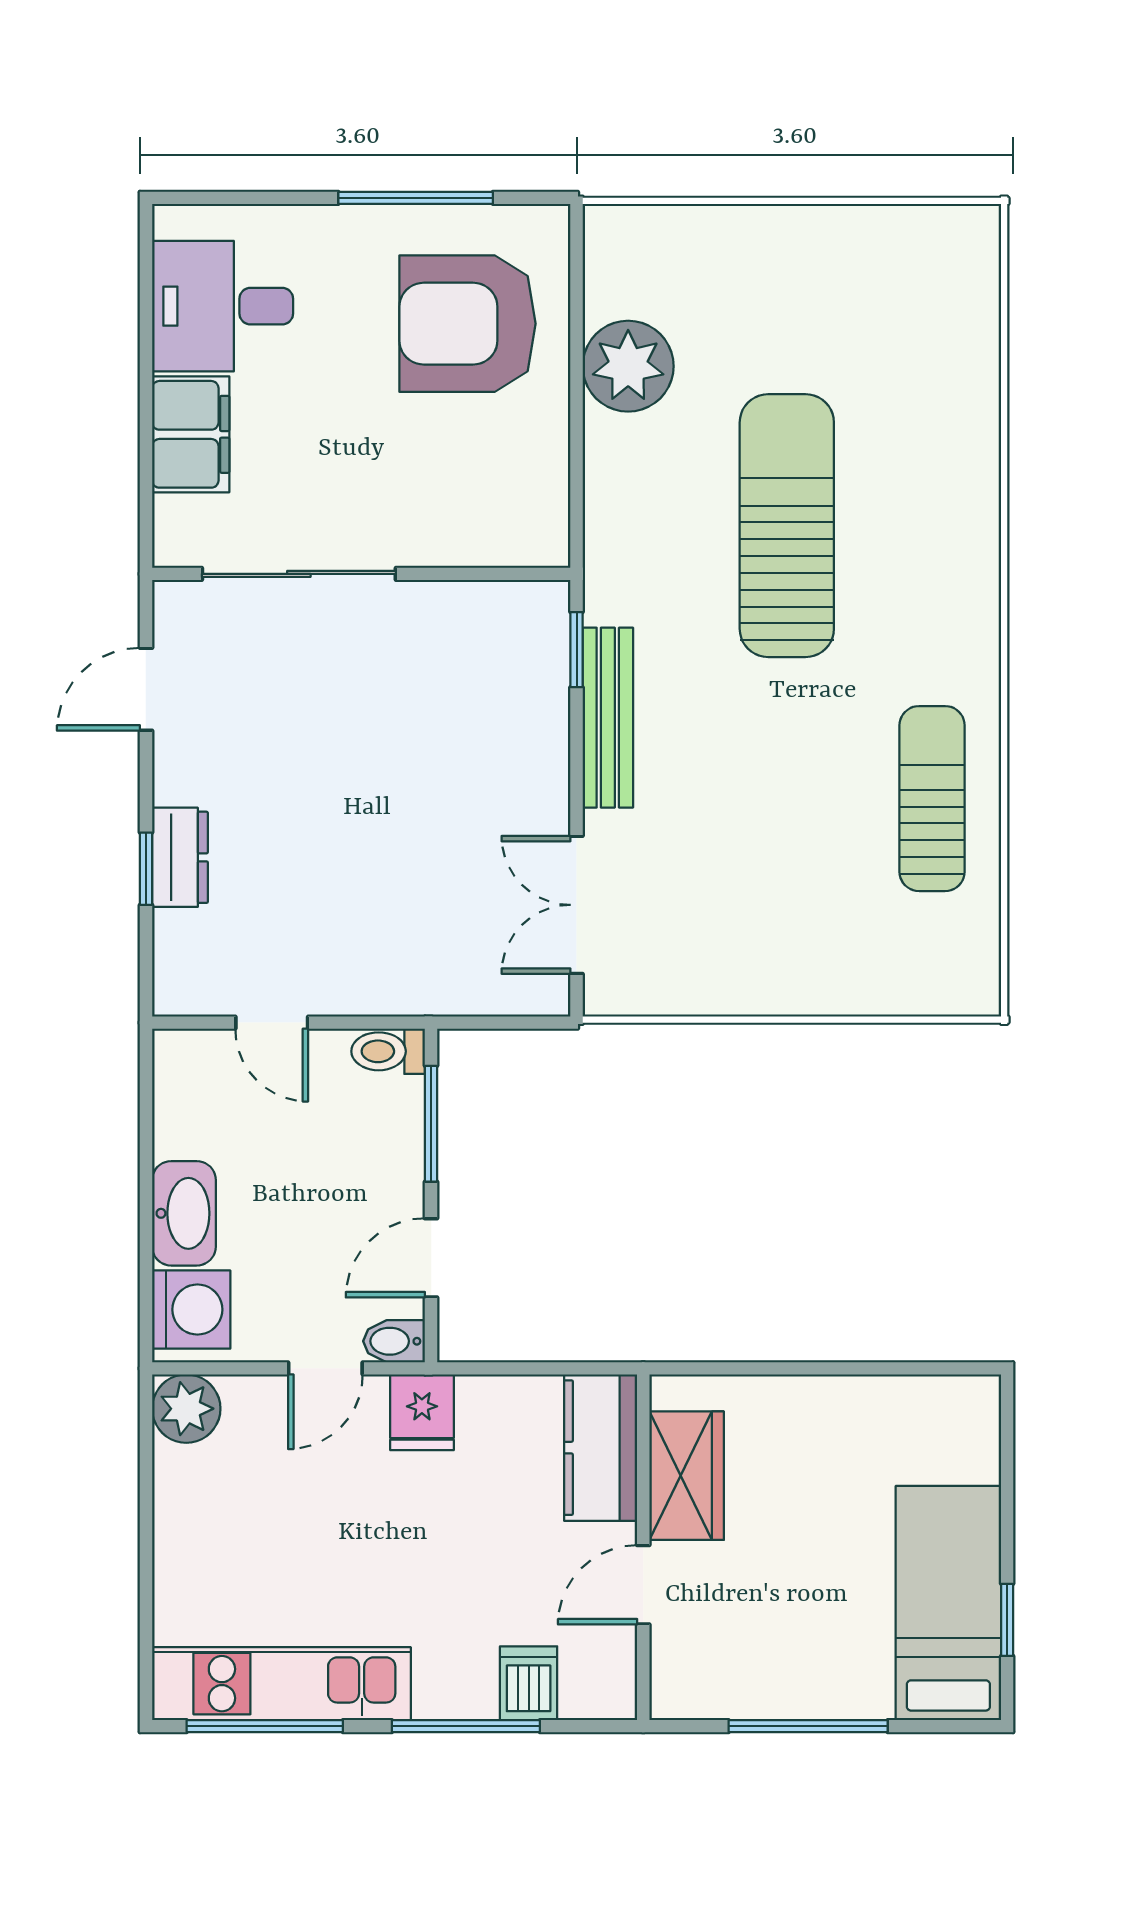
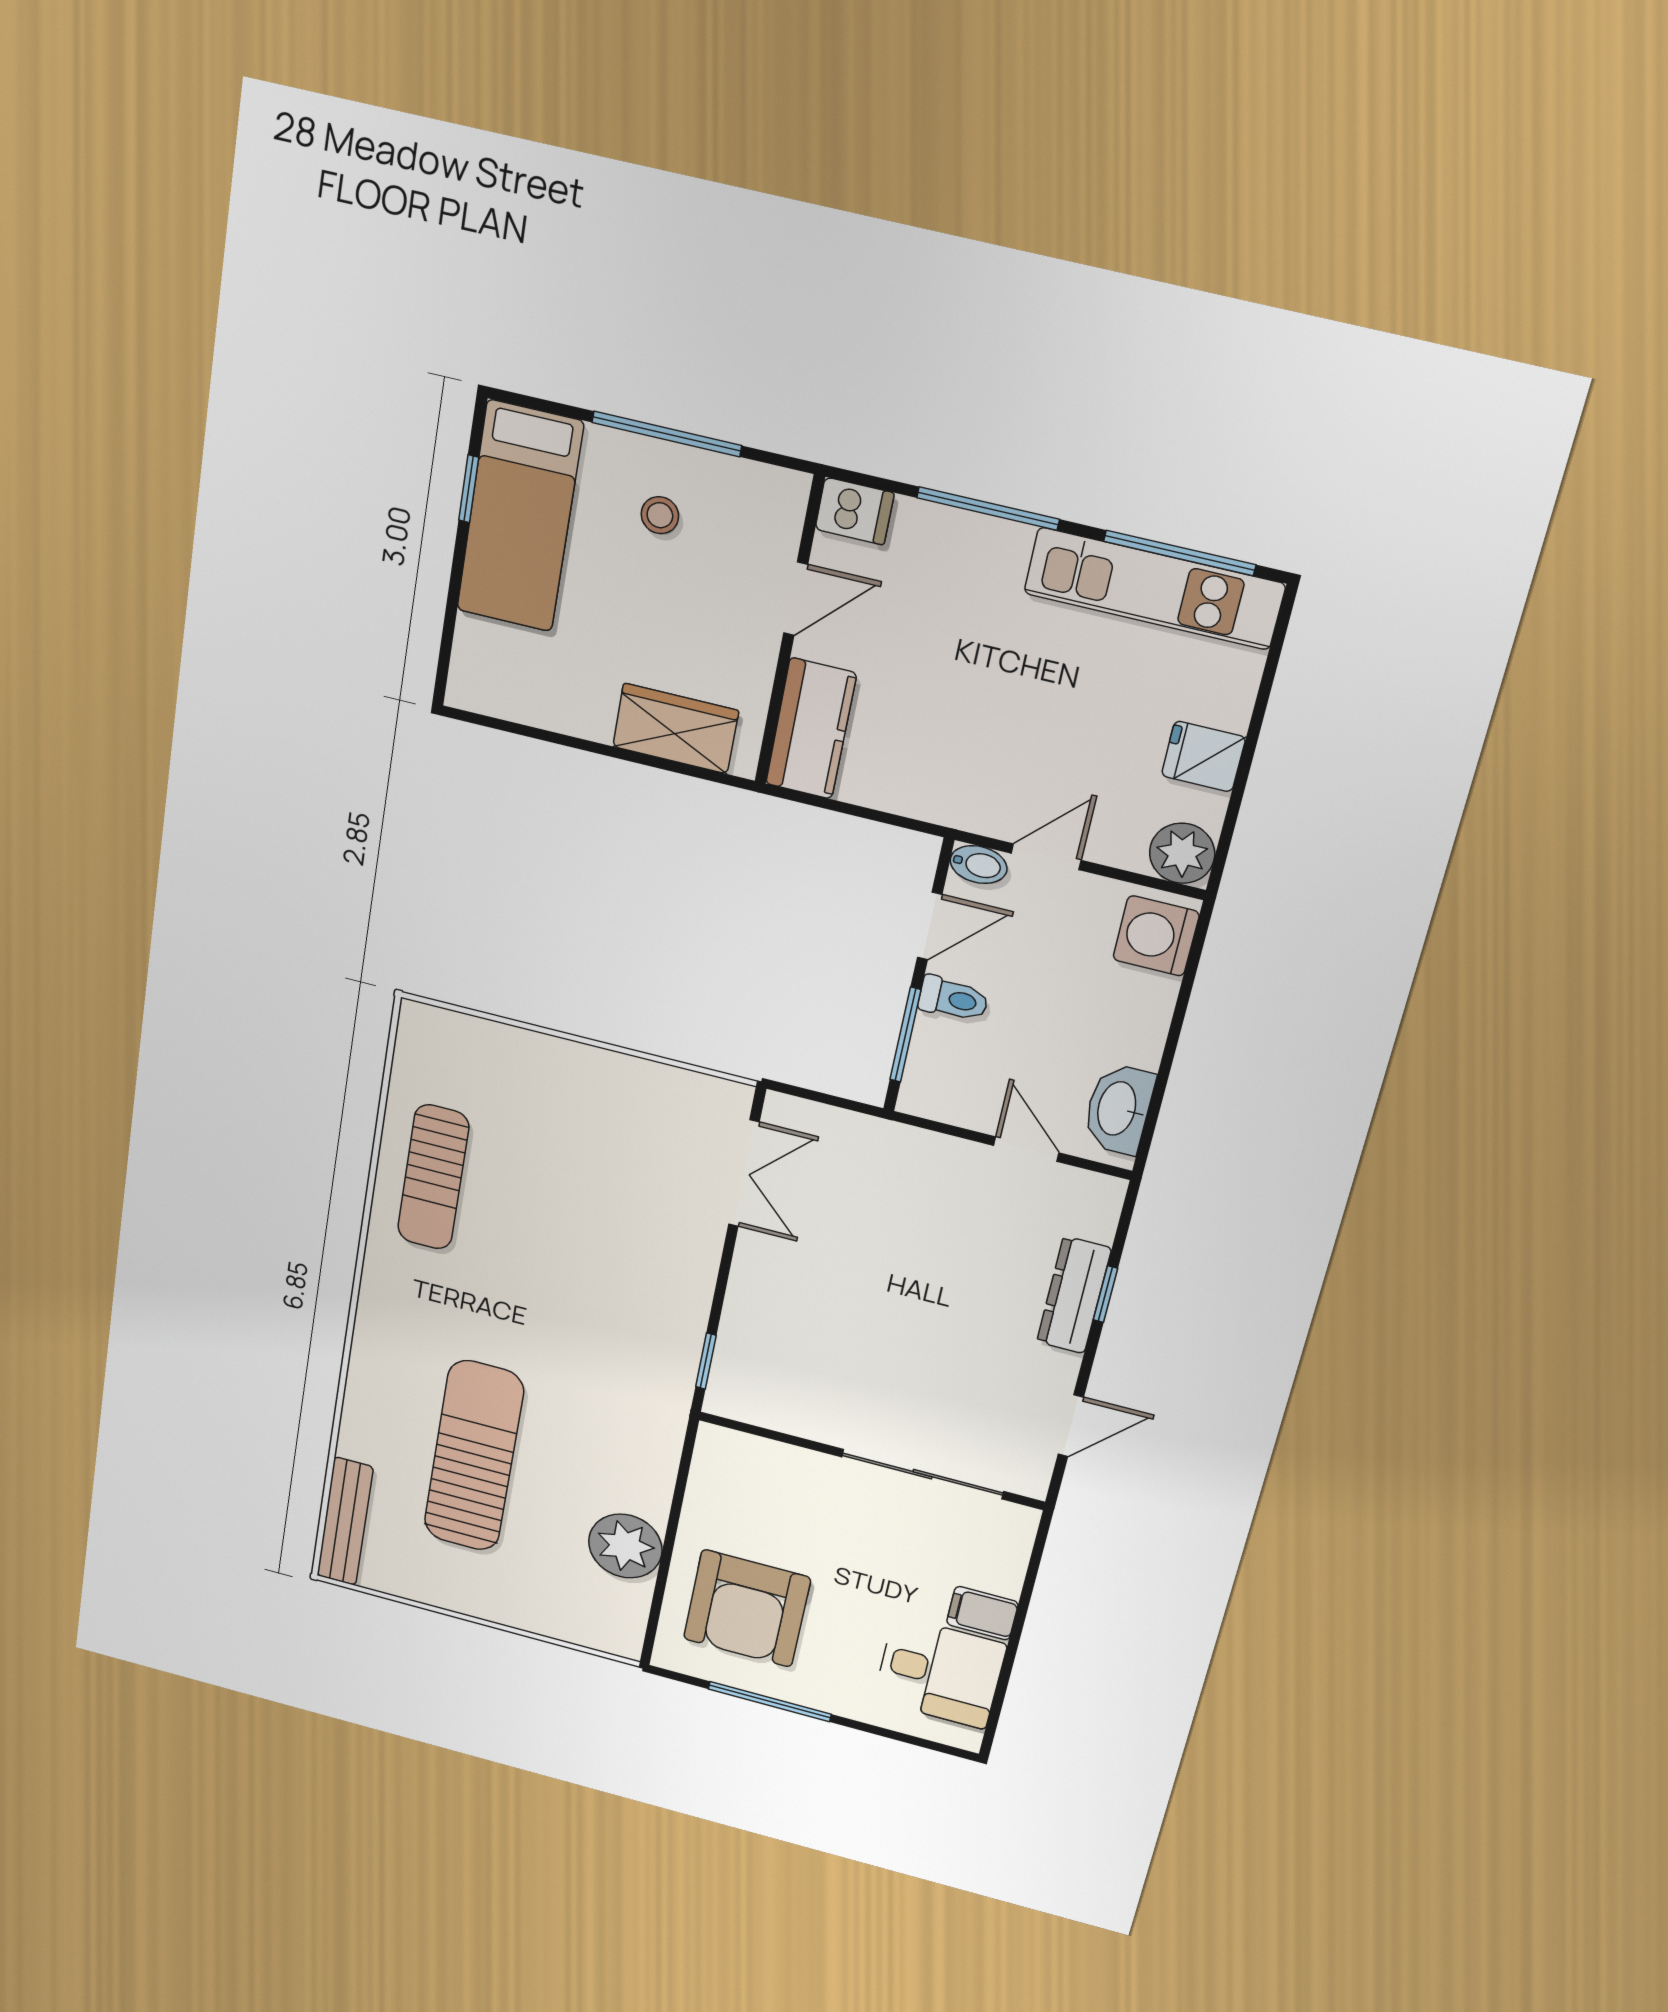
armchair: (467, 324) -> (747, 1608), turned 90
filing cabinet: (191, 434) -> (982, 1613), width x0.50
sun lounger: (787, 526) -> (474, 1456), moved, turned 180
bench: (608, 718) -> (345, 1521), moved
dresser: (180, 857) -> (1074, 1295), width x1.44
toilet: (388, 1051) -> (953, 999), moved
washbasin: (184, 1213) -> (1118, 1109), moved
fridge: (422, 1412) -> (1203, 756), moved, turned -90
wardrobe: (687, 1476) -> (676, 729), moved, turned 90
stool: (801, 1640) -> (660, 515), added
dishwasher: (529, 1683) -> (855, 511), moved, turned -90

